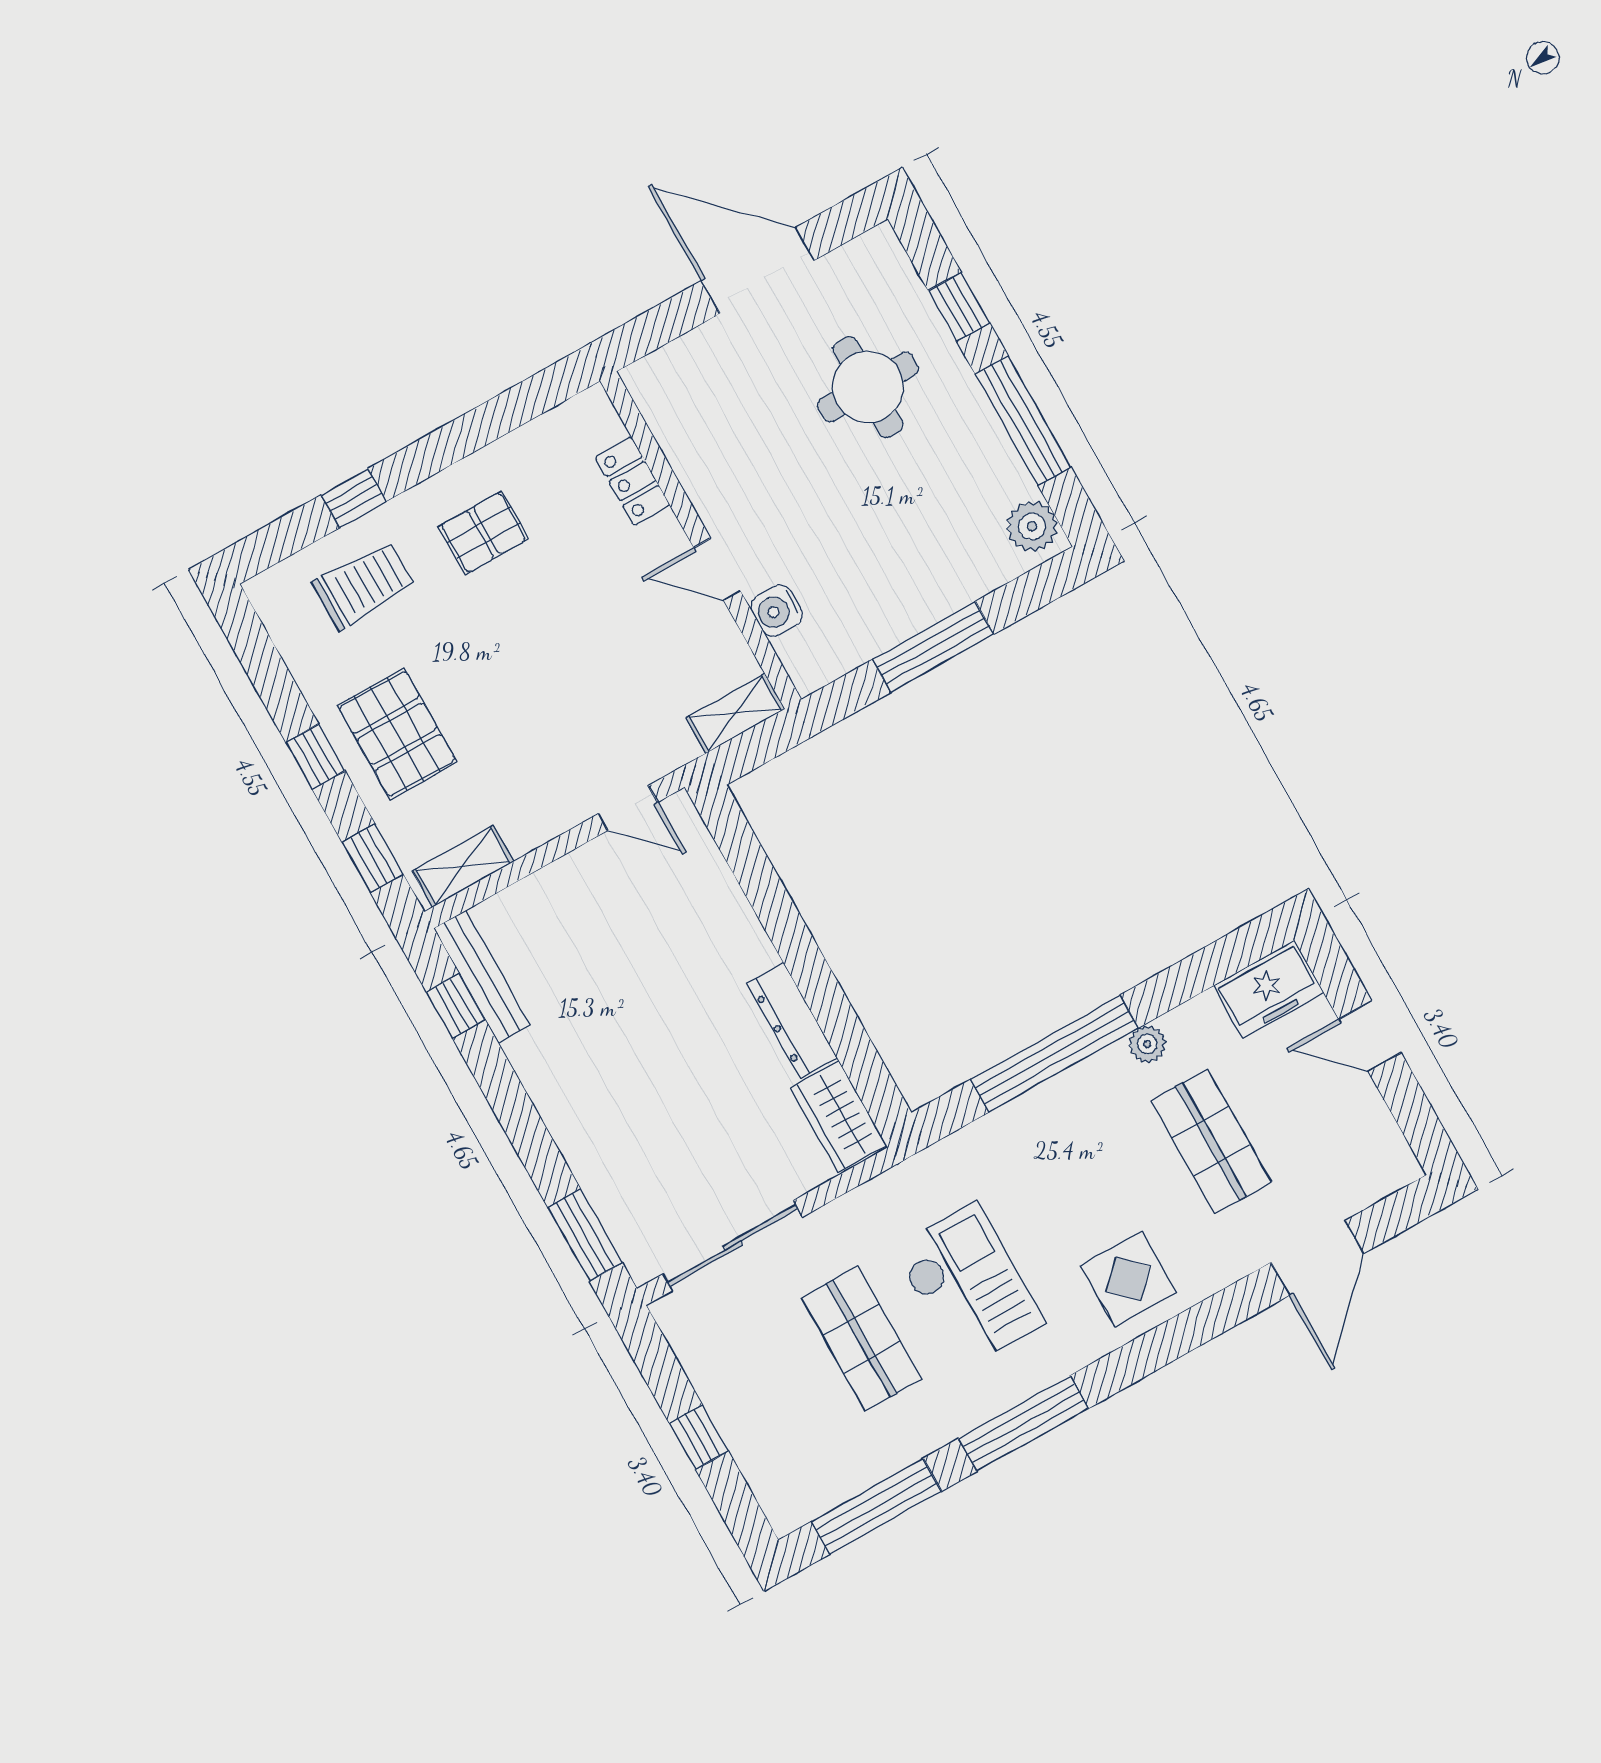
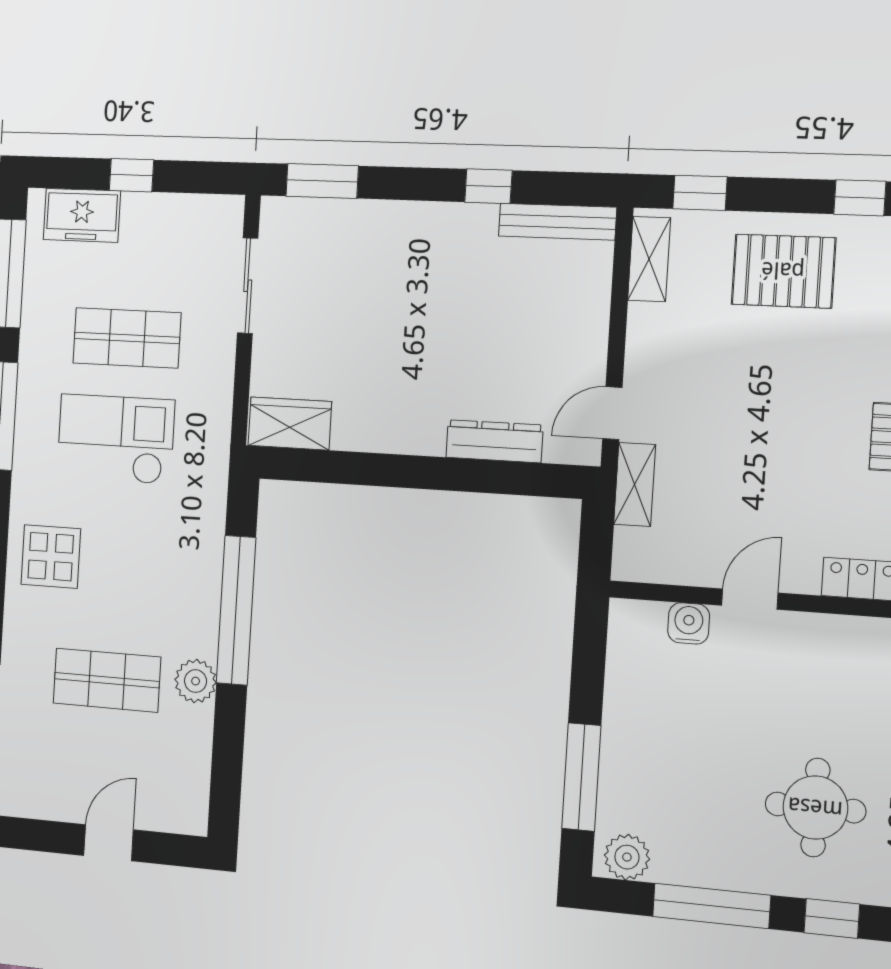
window: (933, 647) -> (581, 777), moved
shelving: (735, 713) -> (635, 484), moved
window: (315, 757) -> (860, 198), moved
freezer: (1269, 989) -> (82, 215), moved, turned -90
window: (456, 1006) -> (488, 186), moved
dresser: (792, 1020) -> (494, 441), moved
plant: (1147, 1044) -> (196, 681), width x1.38, depth x1.38
sliding door: (732, 1246) -> (248, 286), width x0.73
checkout: (968, 1286) -> (116, 439), turned 180

